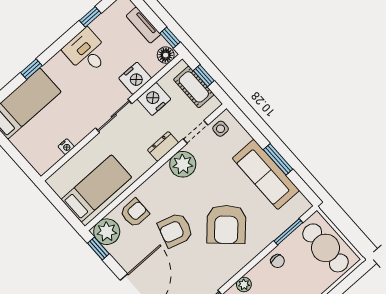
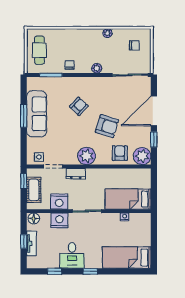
window: (170, 38) -> (24, 241), moved
window: (31, 69) -> (90, 271), moved
window: (204, 76) -> (24, 181), moved
plant: (183, 164) -> (87, 156), moved
bed: (96, 188) -> (128, 199), moved
armchair: (135, 213) -> (120, 153), turned 90
armchair: (226, 224) -> (79, 106), width x0.53, depth x0.53
window: (98, 248) -> (154, 139), moved
cafe table: (326, 248) -> (39, 50), width x0.73, depth x0.74

